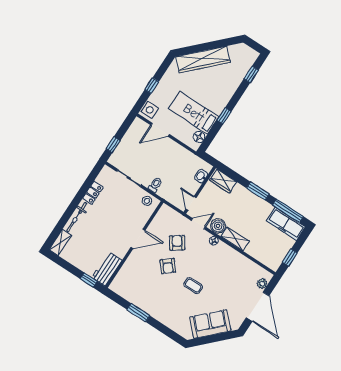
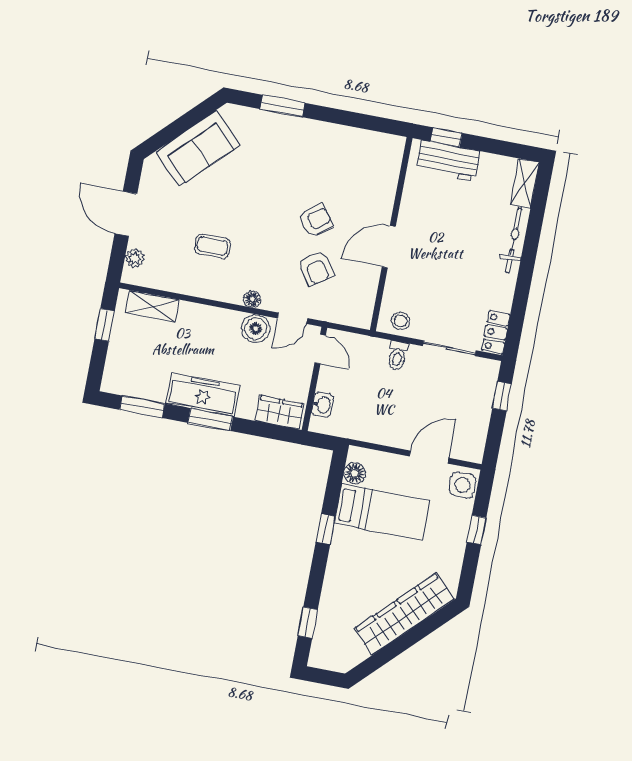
locker: (93, 193) -> (496, 332), moved
window: (288, 211) -> (142, 407), width x0.69
freezer: (286, 224) -> (203, 395), moved
shelving: (235, 239) -> (153, 306), moved
armchair: (168, 266) -> (316, 220), turned 93
workbench: (107, 269) -> (448, 161), moved, turned 90
coffee table: (193, 286) -> (213, 246), moved
door: (258, 307) -> (126, 214), width x0.73
window: (138, 313) -> (282, 106), moved

